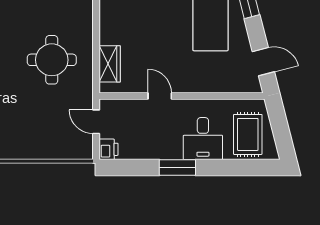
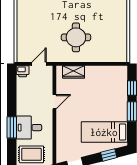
window: (177, 167) -> (12, 127), moved

